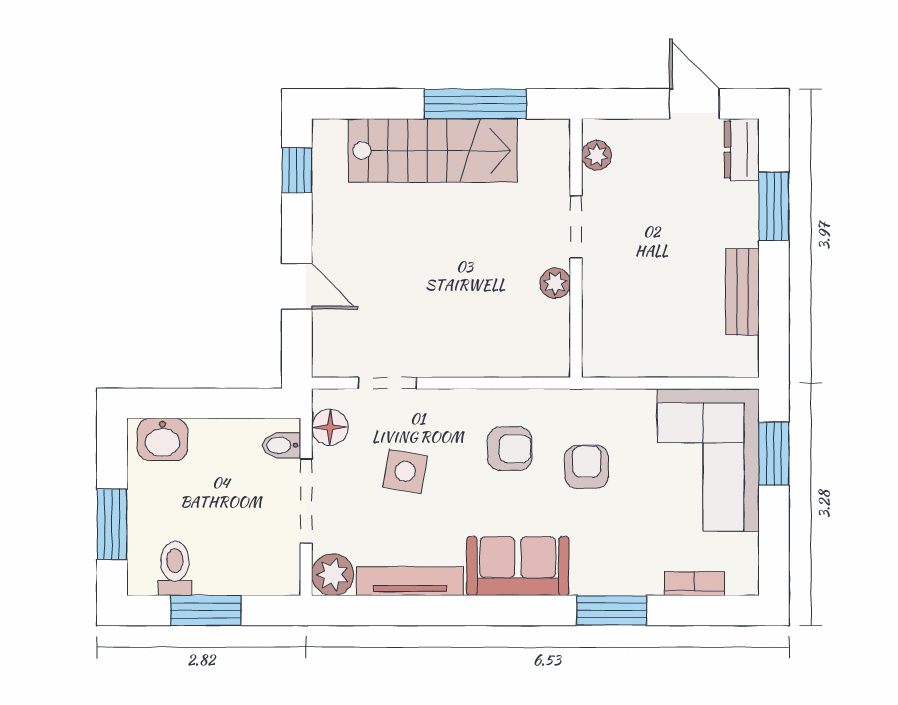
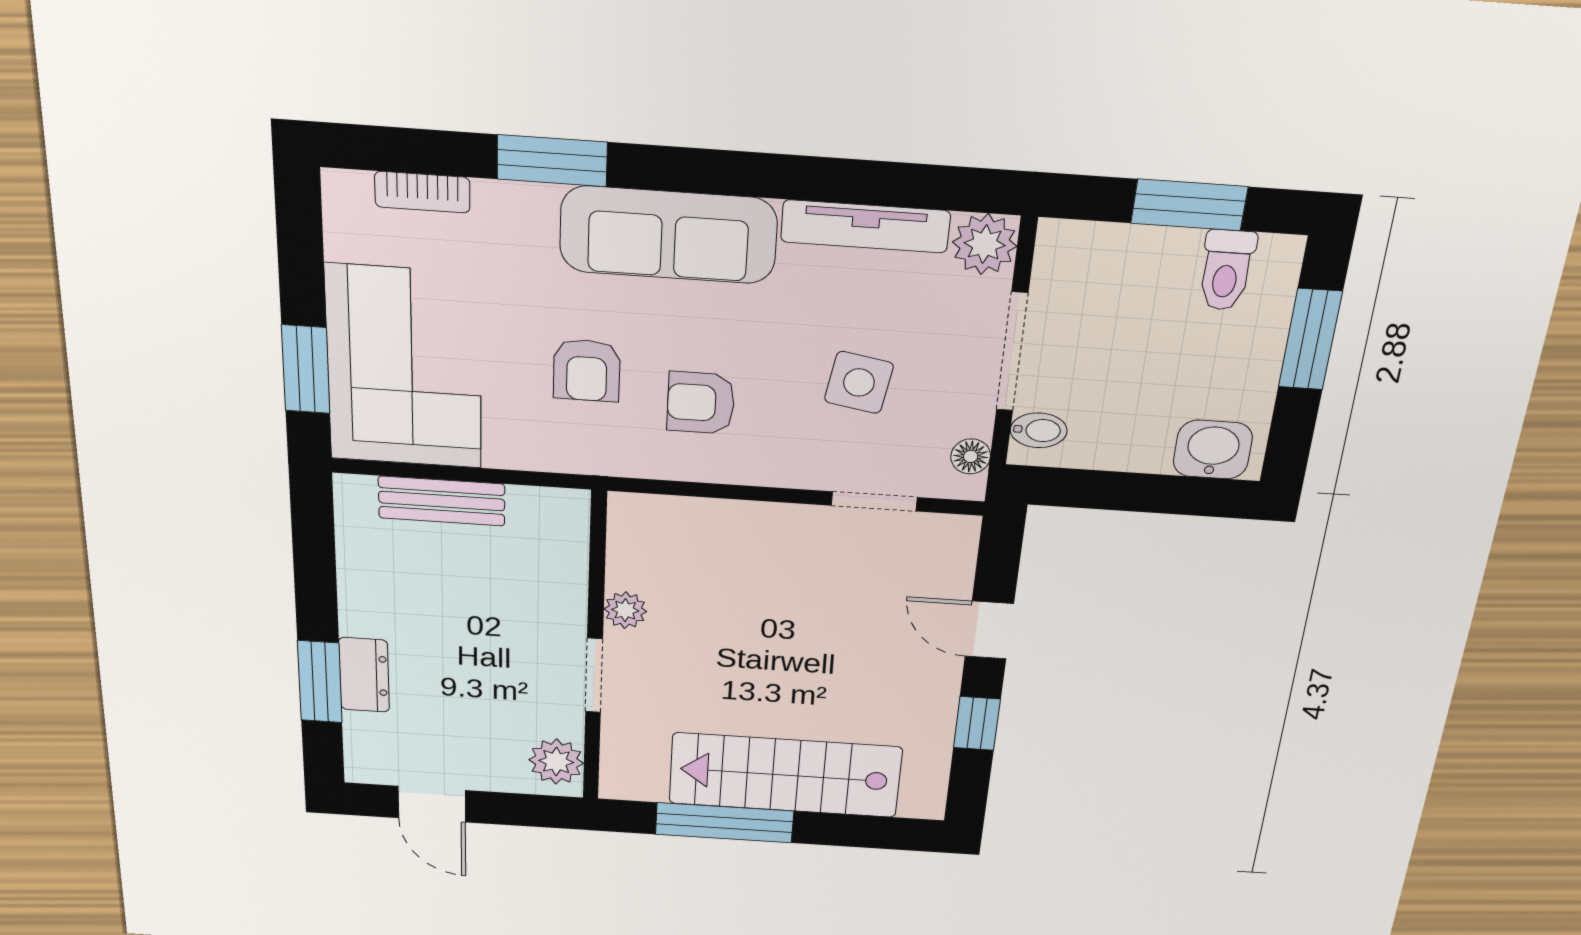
dresser: (742, 150) -> (364, 675), moved
plant: (596, 155) -> (556, 762), width x1.38, depth x1.38
window: (297, 170) -> (977, 723), moved
bench: (743, 292) -> (442, 501), moved, turned 90
floor lamp: (330, 427) -> (971, 456), width x0.73, depth x0.73
sofa: (518, 566) -> (668, 235), width x1.36

